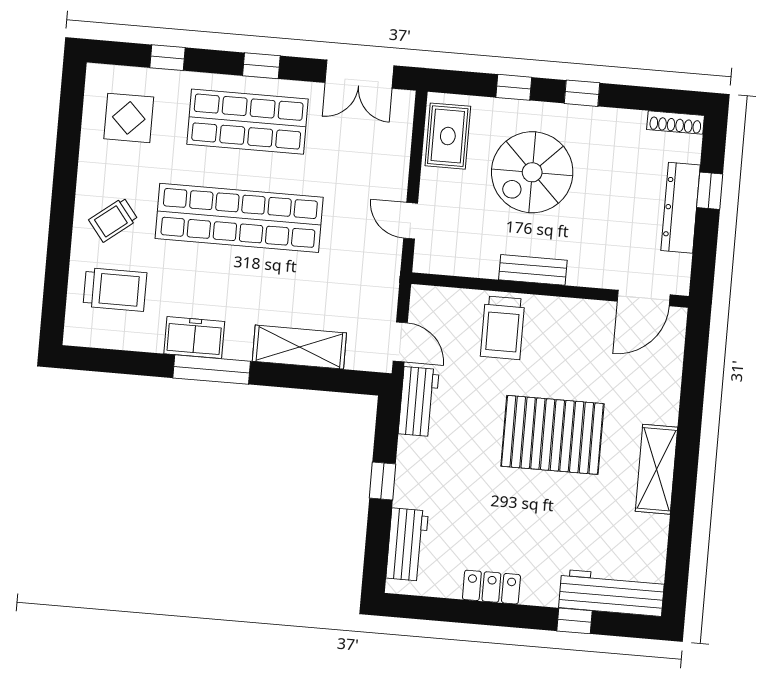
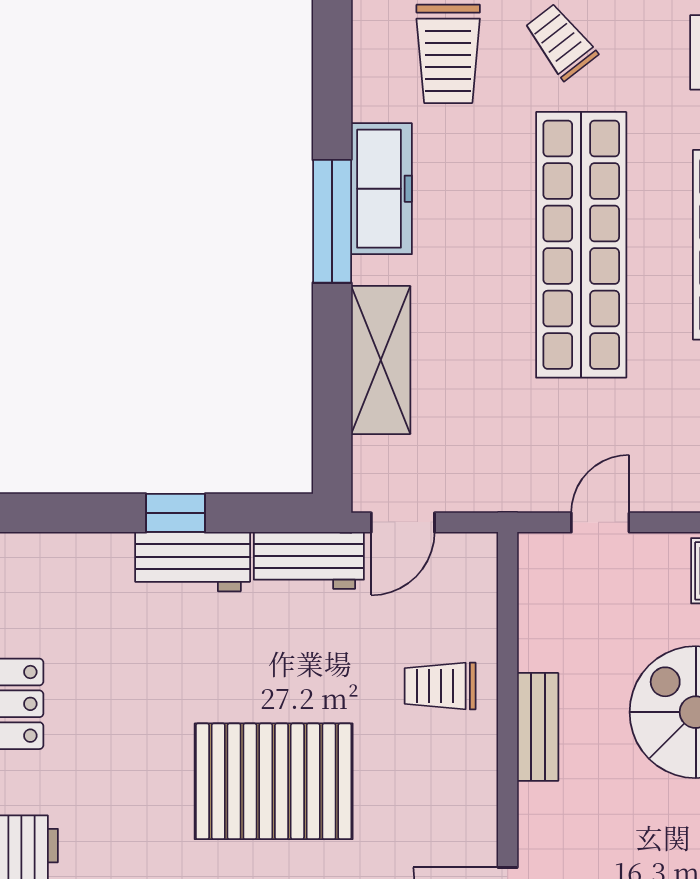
trolley: (503, 328) -> (440, 686), width x0.73, depth x0.72
freezer: (194, 338) -> (381, 189), width x1.40
pallet: (552, 435) -> (274, 781), turned 90
workbench: (407, 545) -> (193, 562), moved

